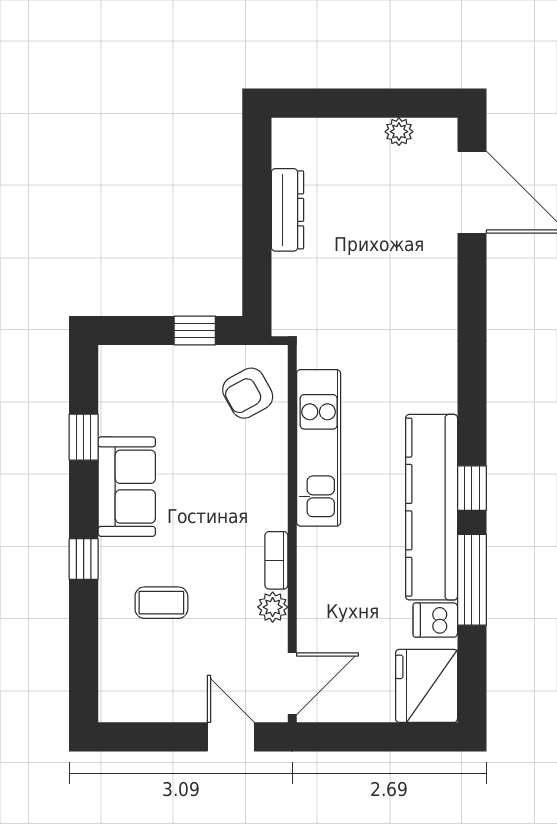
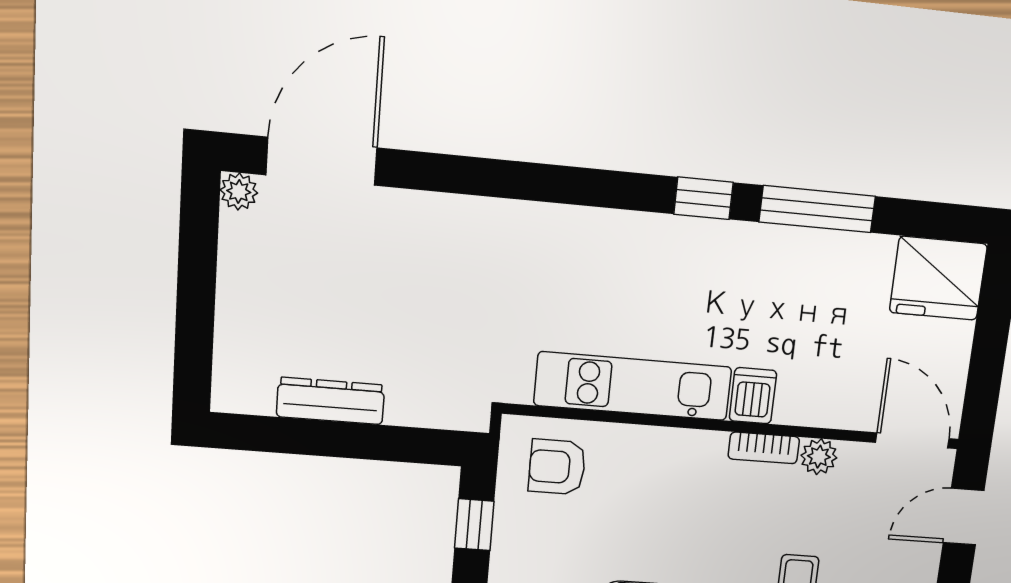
plant: (399, 132) -> (239, 191), moved
armchair: (248, 393) -> (557, 467), turned 119
kitchen counter: (432, 507) -> (722, 252), removed
dishwasher: (435, 620) -> (753, 396), moved, turned 180

